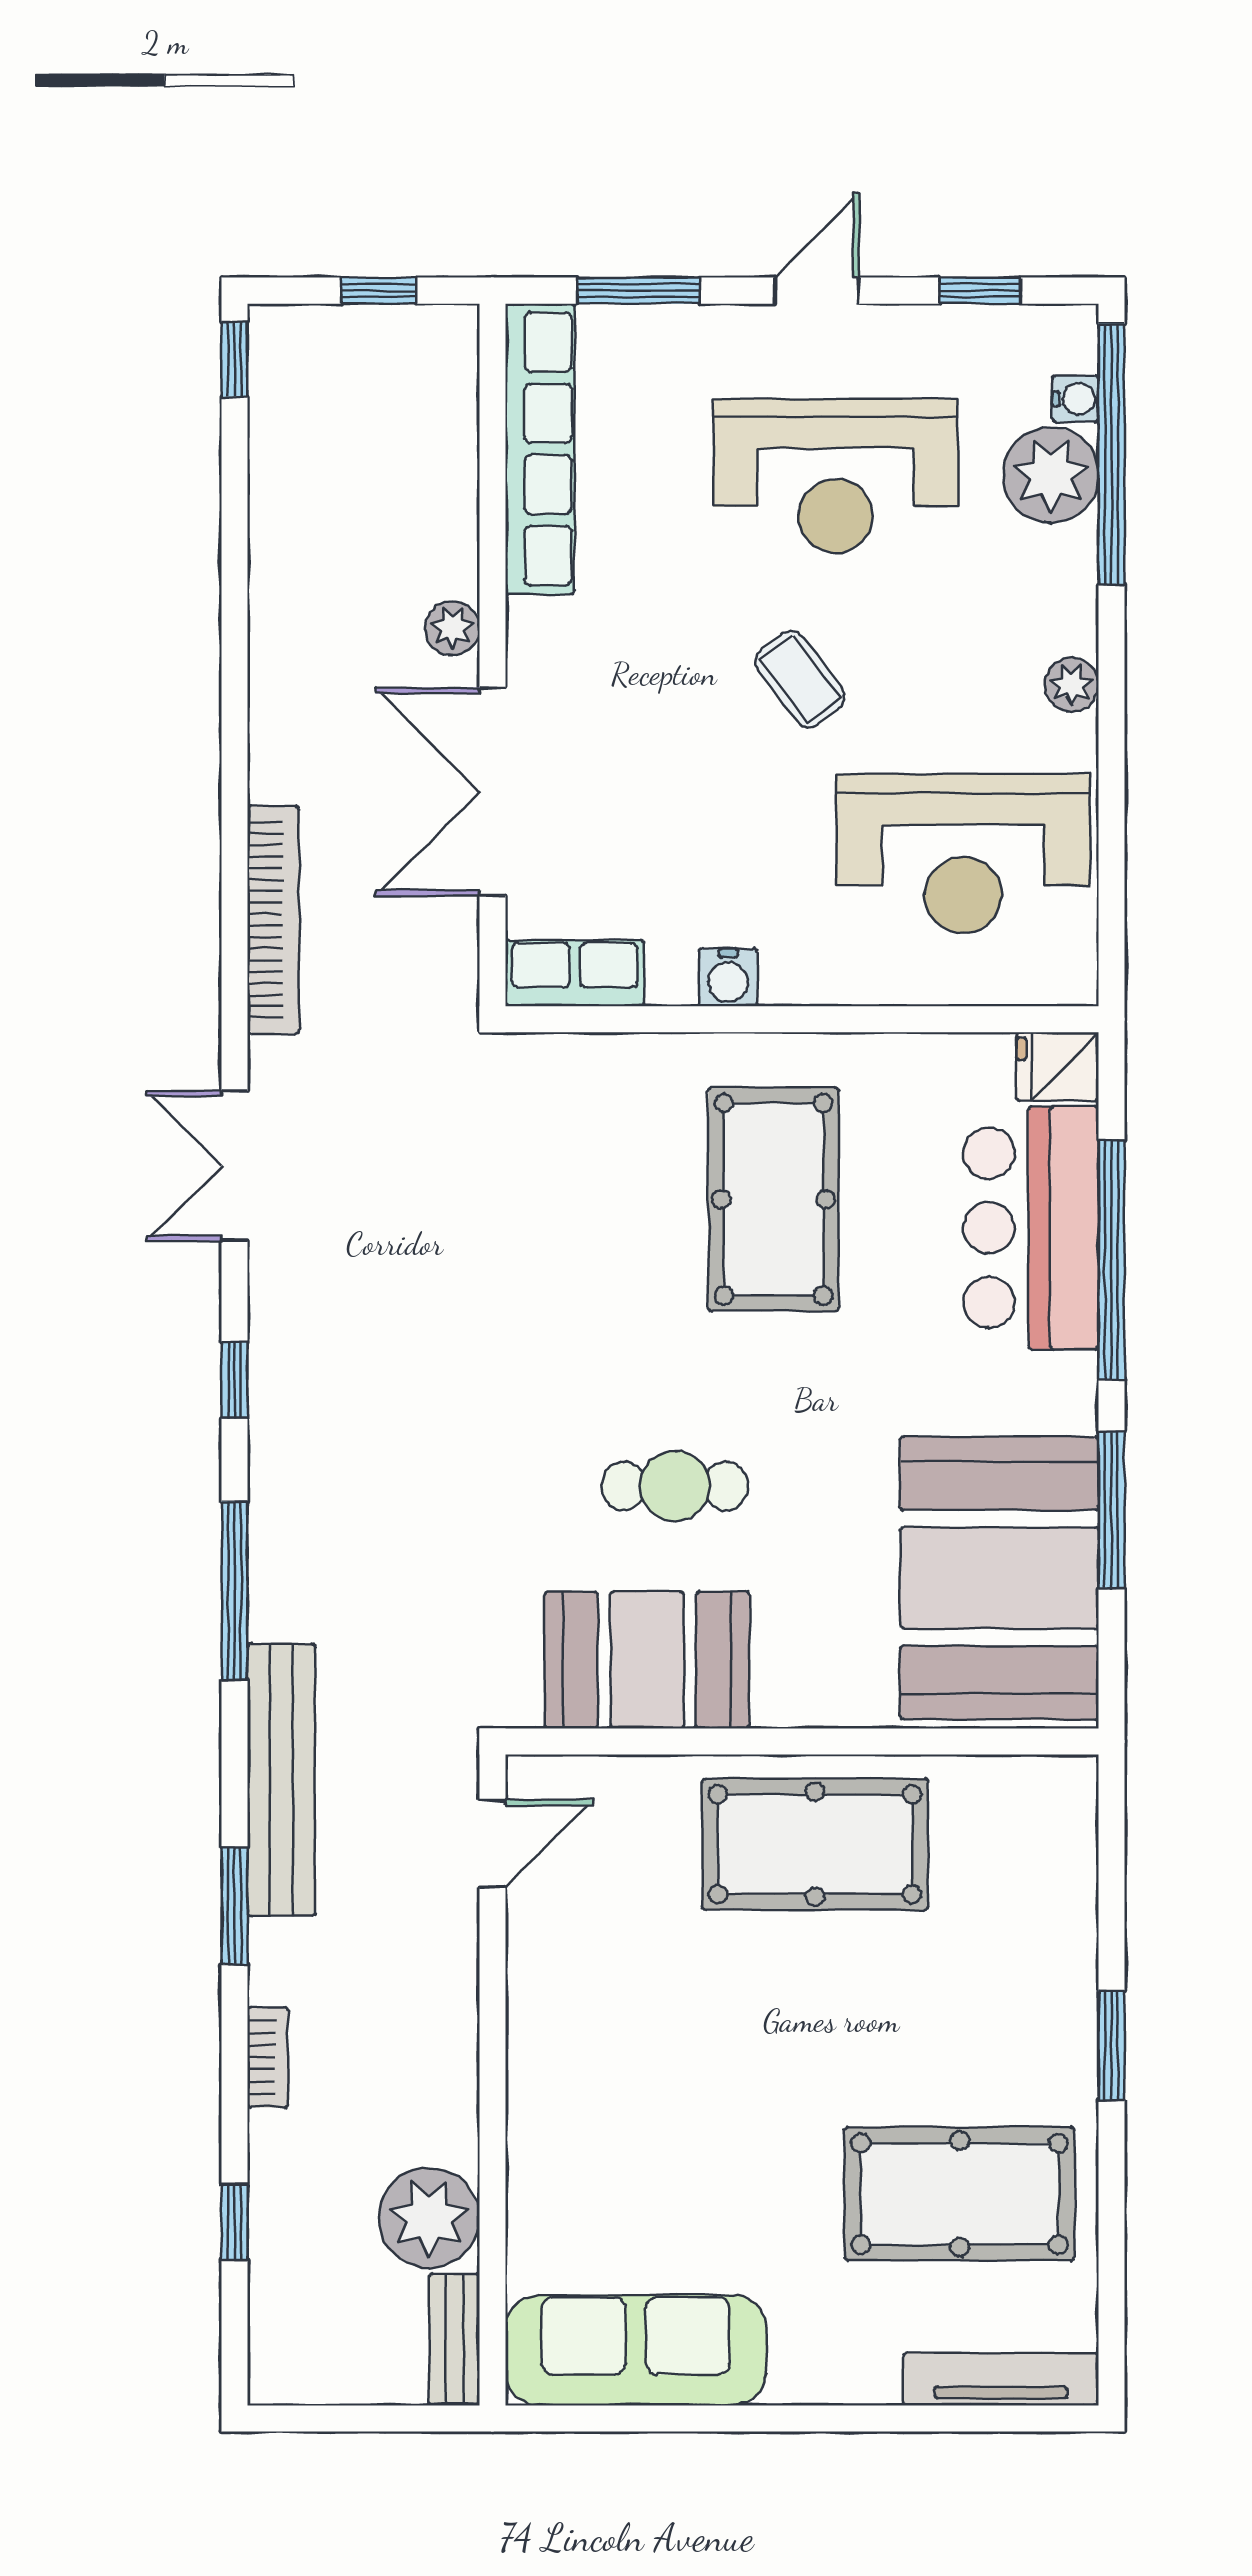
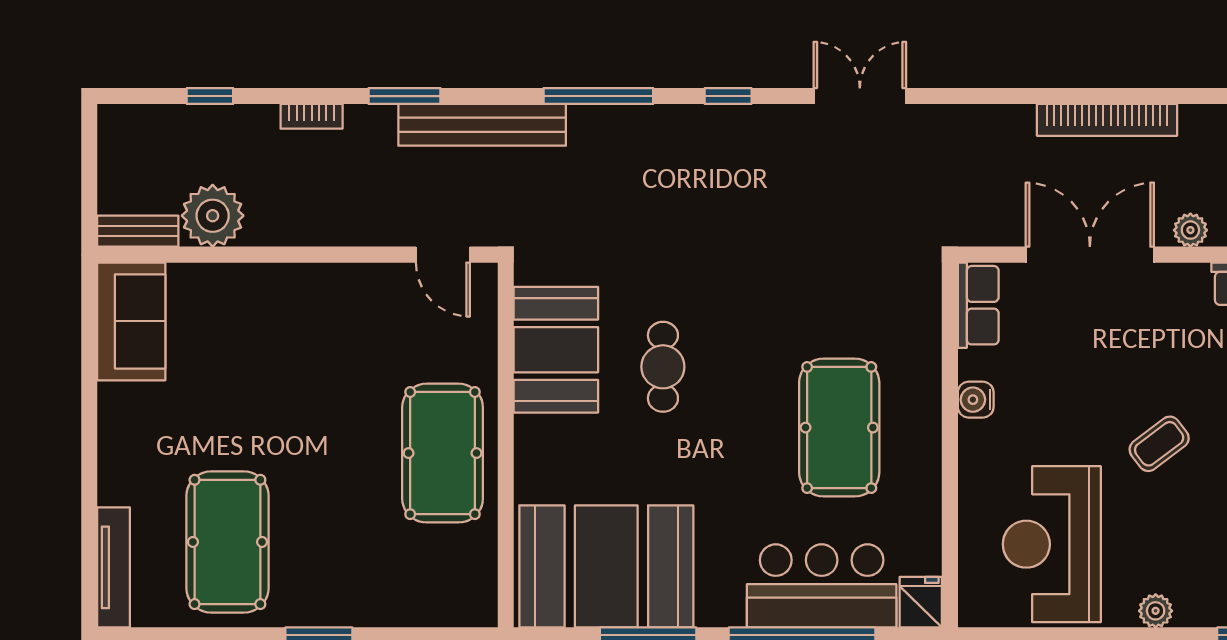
bookcase: (273, 920) -> (1107, 120), moved
pool table: (774, 1199) -> (839, 428), turned 90
sofa: (636, 2350) -> (131, 321), width x0.73

